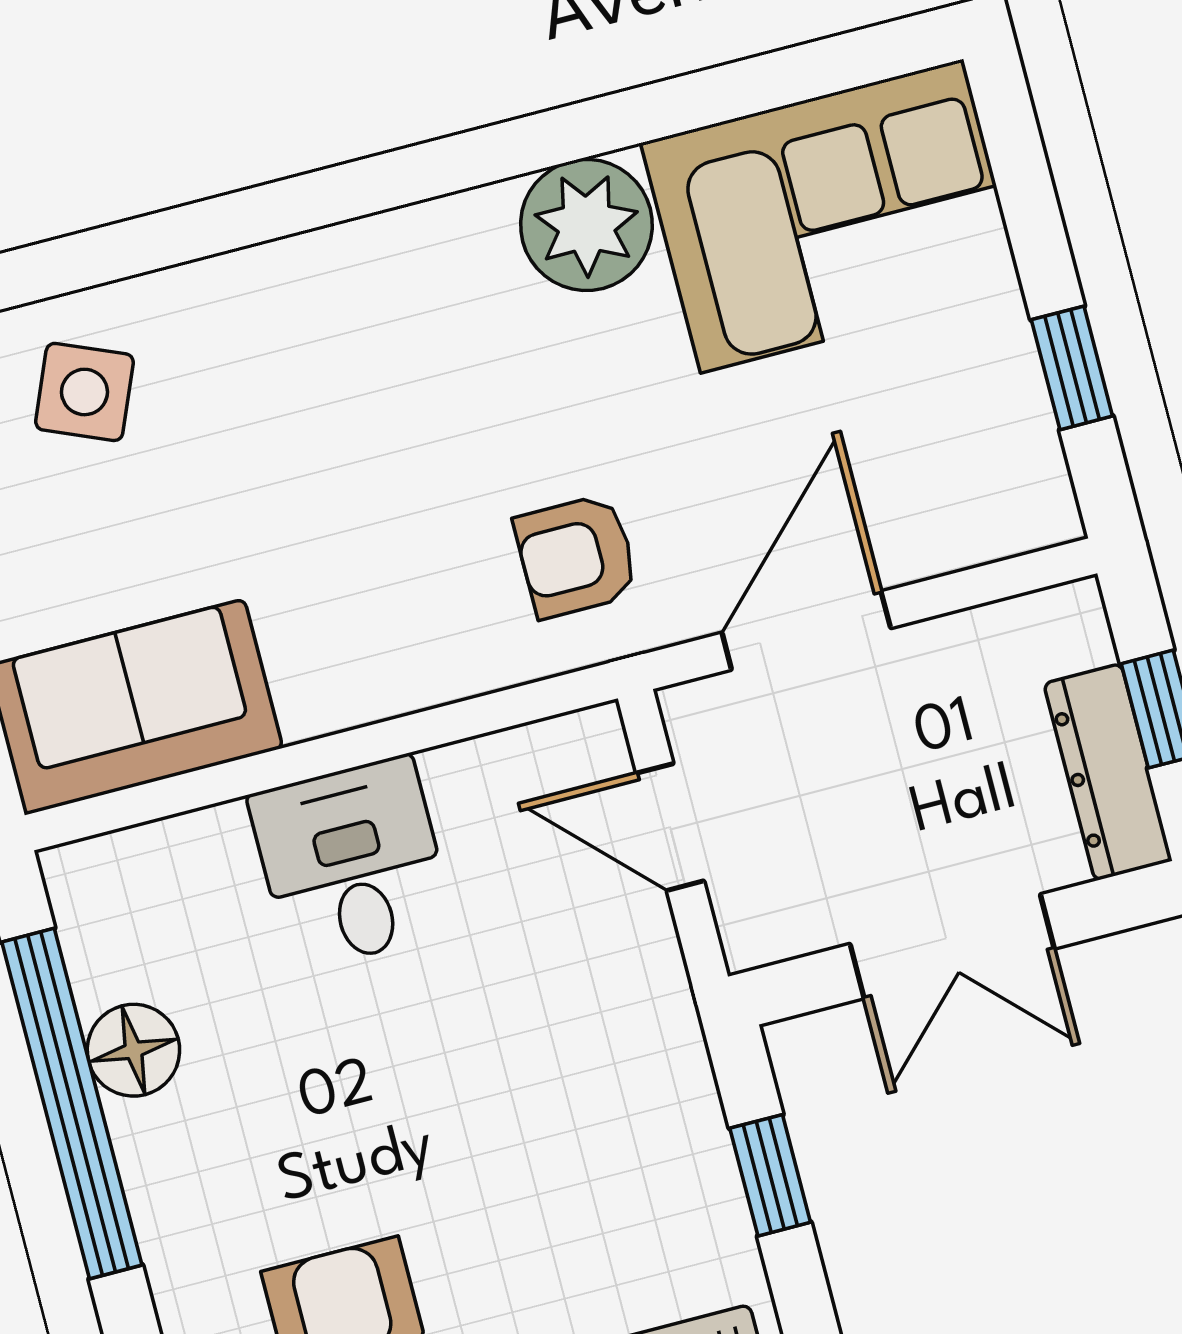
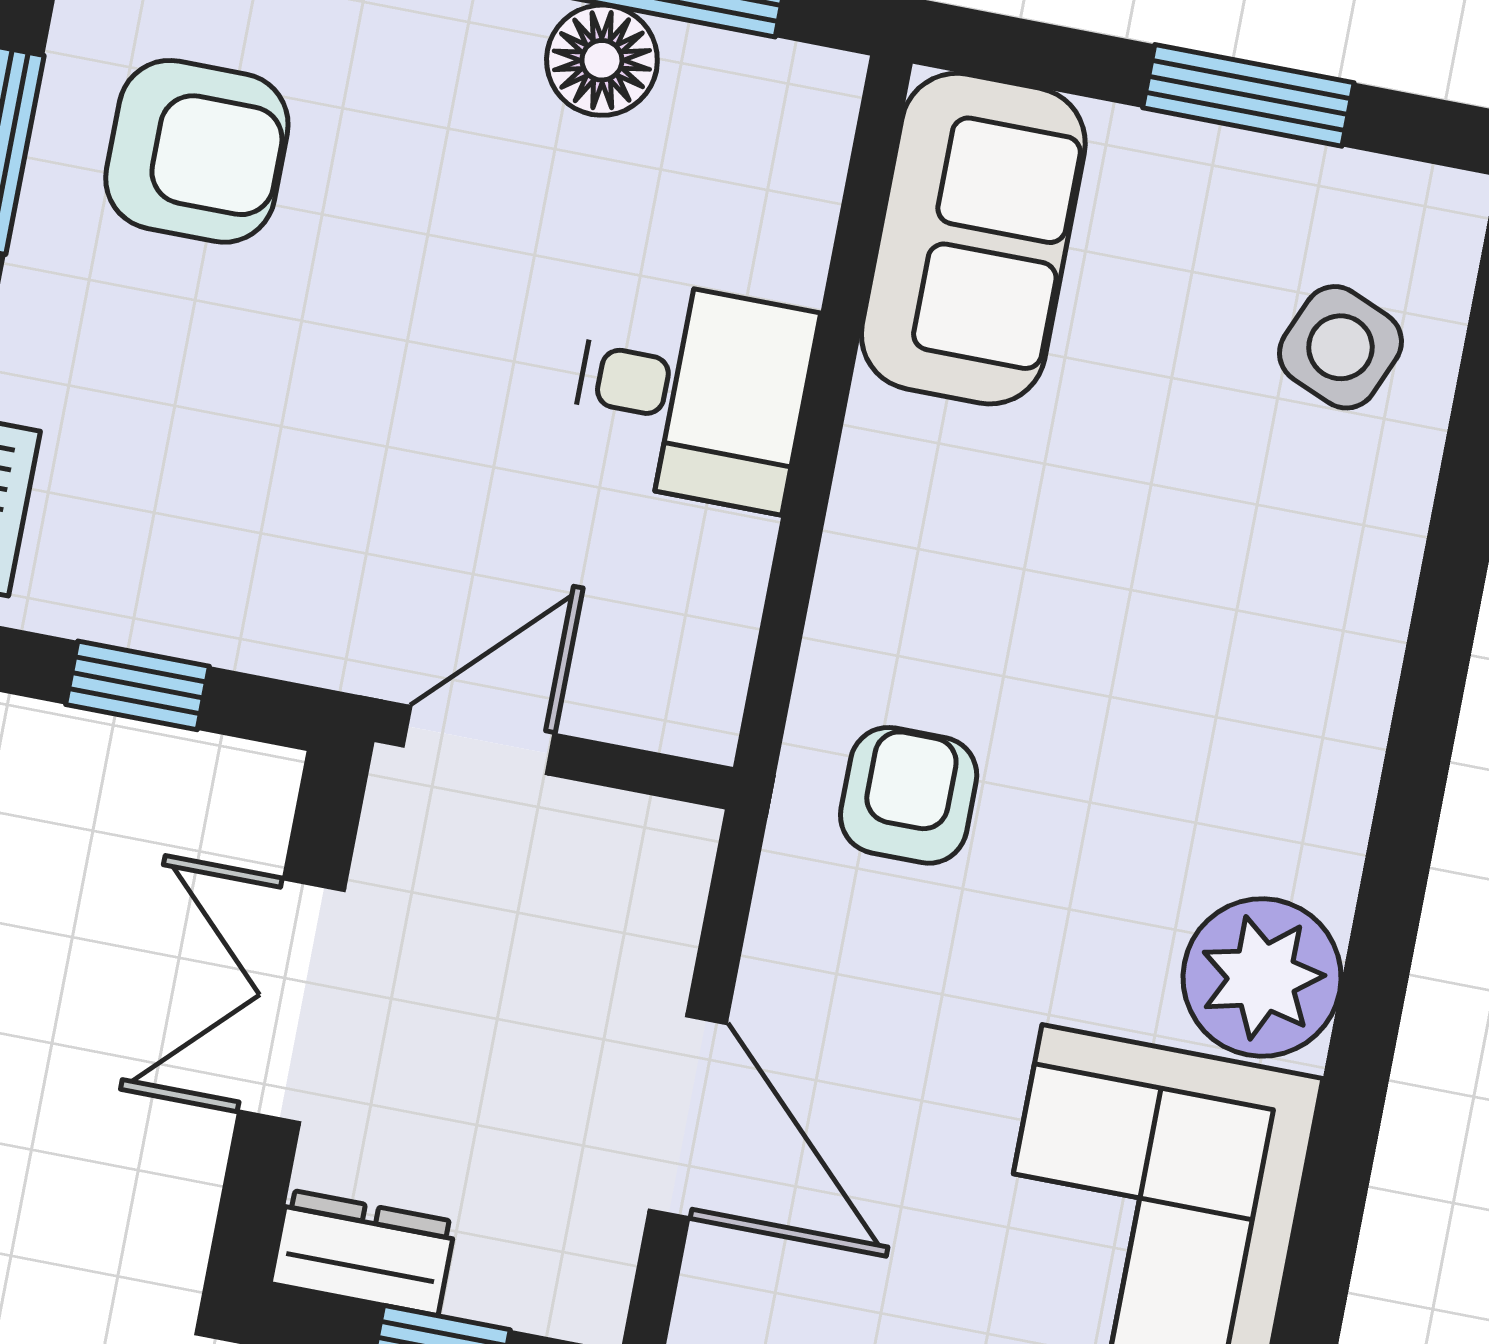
door: (806, 630) -> (688, 1117), moved
dresser: (1108, 772) -> (363, 1253), width x0.70
door: (670, 827) -> (479, 740), moved

